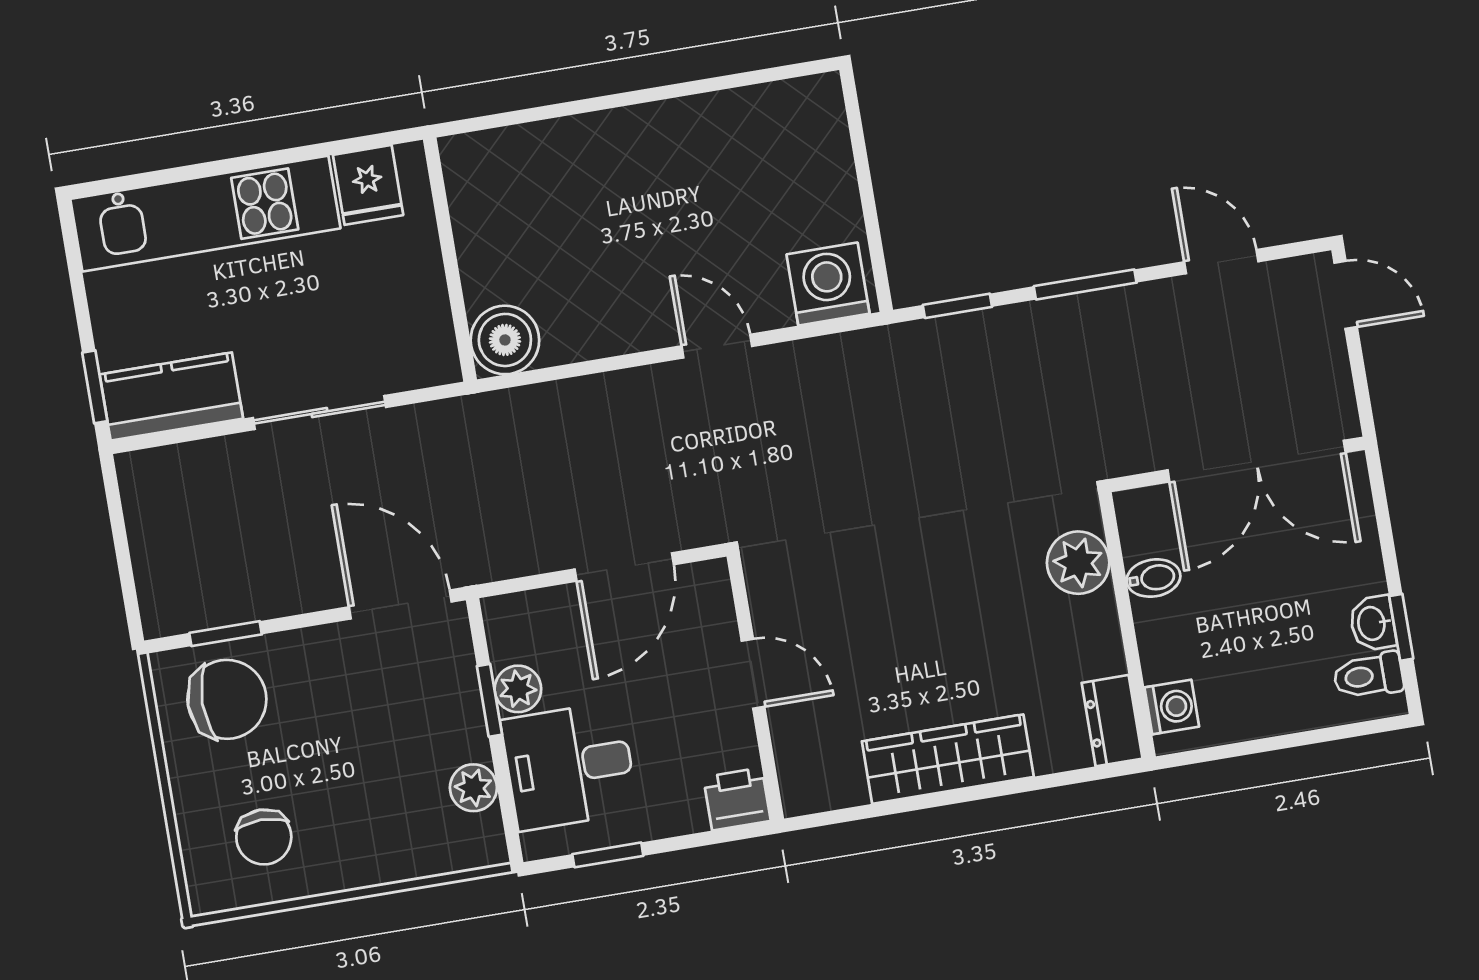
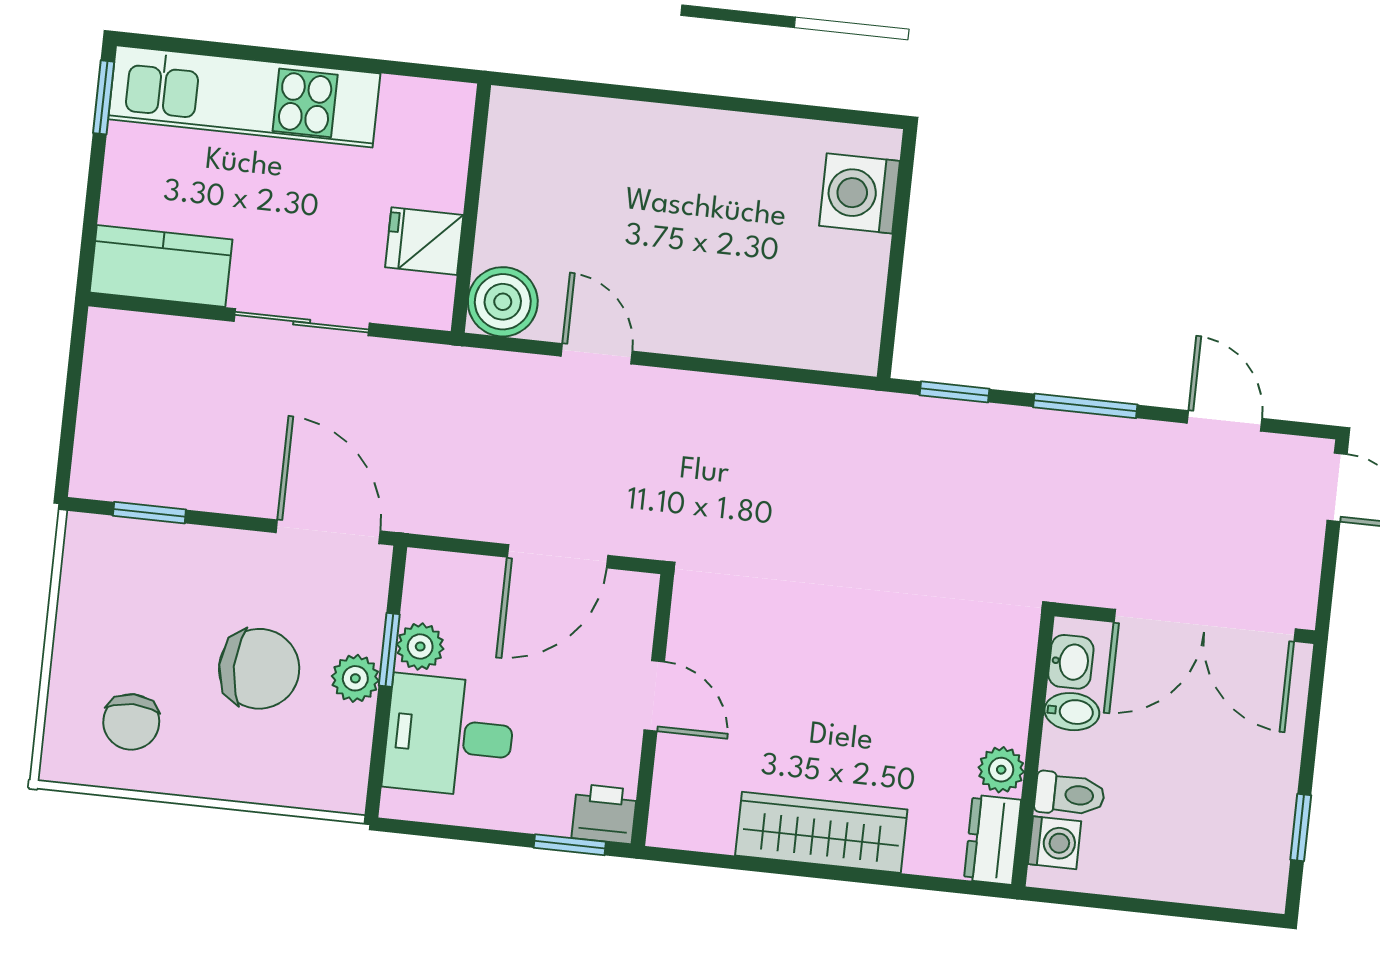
fridge: (368, 185) -> (424, 241), moved, turned 90
washing machine: (828, 284) -> (859, 193), moved, turned -90
door: (717, 346) -> (597, 354), moved
window: (95, 387) -> (104, 97), moved
plant: (1078, 563) -> (1001, 770), moved, width x0.73, depth x0.73
washbasin: (1373, 623) -> (1071, 662), moved, turned 180
toilet: (1368, 676) -> (1070, 794), moved, turned 180
chair: (227, 699) -> (259, 669), moved
plant: (473, 788) -> (355, 678), moved
window: (608, 855) -> (570, 845), moved

